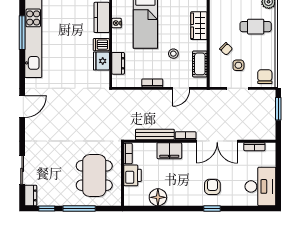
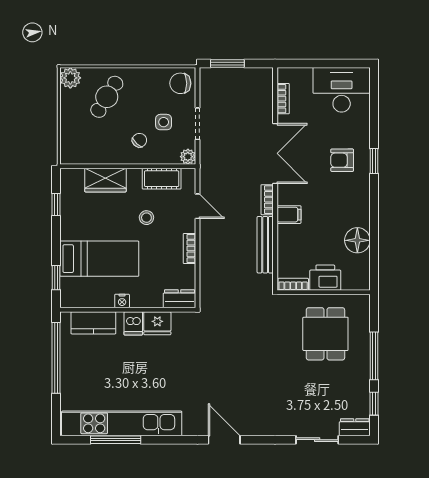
nightstand: (117, 23) -> (122, 301), moved
cafe table: (256, 27) -> (107, 97), turned 32
dresser: (118, 63) -> (179, 299), moved
plant: (215, 82) -> (188, 157), added
filing cabinet: (169, 151) -> (289, 215), width x0.50
dining table: (94, 176) -> (325, 334), width x0.73

